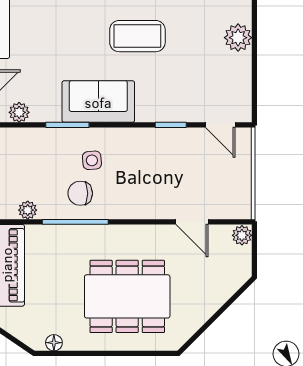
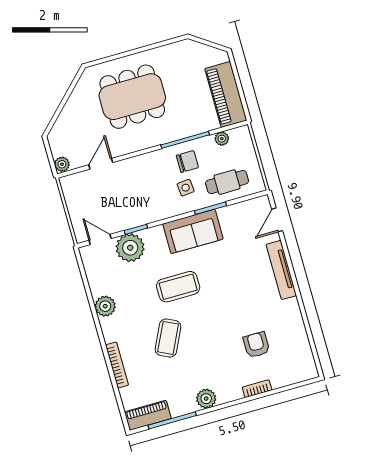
plant: (19, 112) -> (130, 248), moved, width x1.87, depth x1.87
cafe table: (37, 153) -> (227, 182), added
door: (192, 222) -> (101, 164), hinge flipped
floor lamp: (54, 343) -> (176, 48), removed

